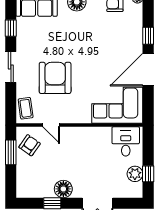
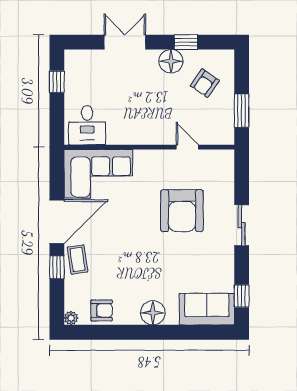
window: (11, 28) -> (242, 296), moved
coffee table: (26, 108) -> (78, 260), moved
armchair: (30, 145) -> (205, 83), moved
plant: (135, 174) -> (75, 82), removed

